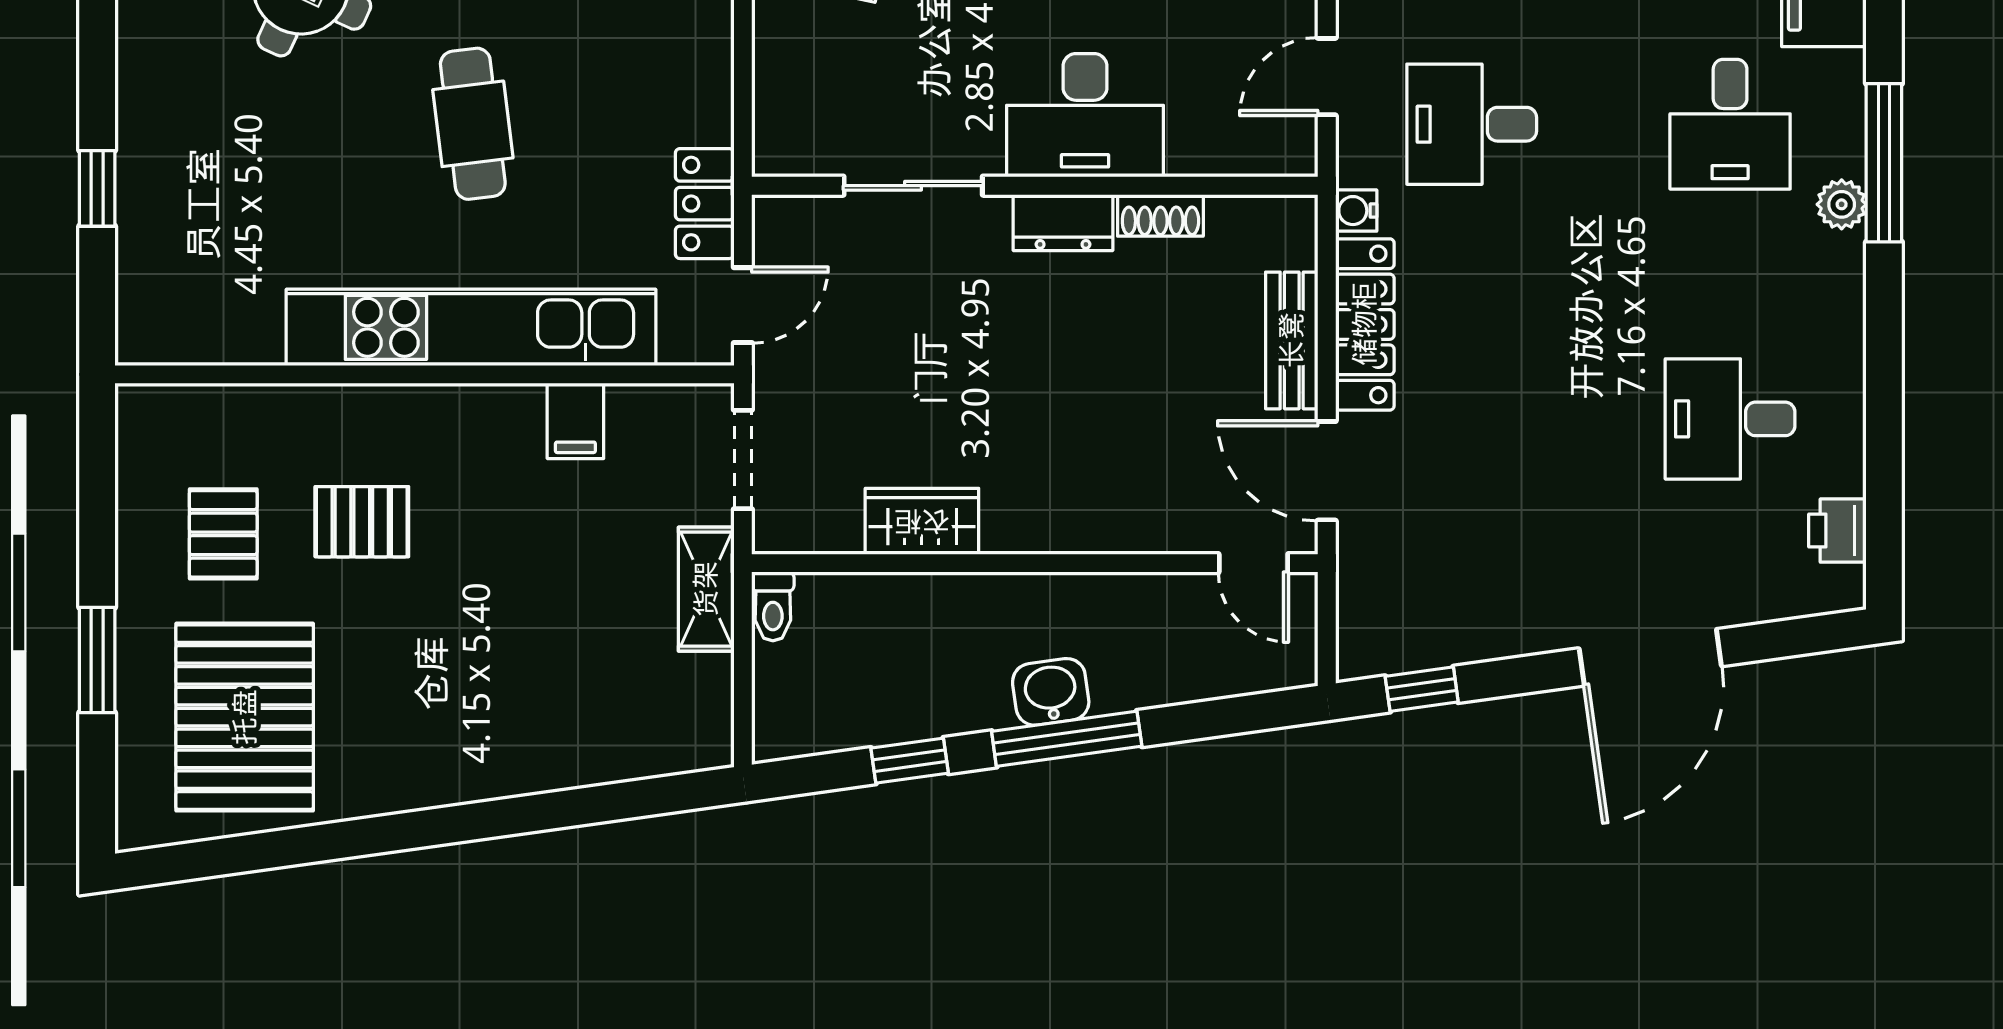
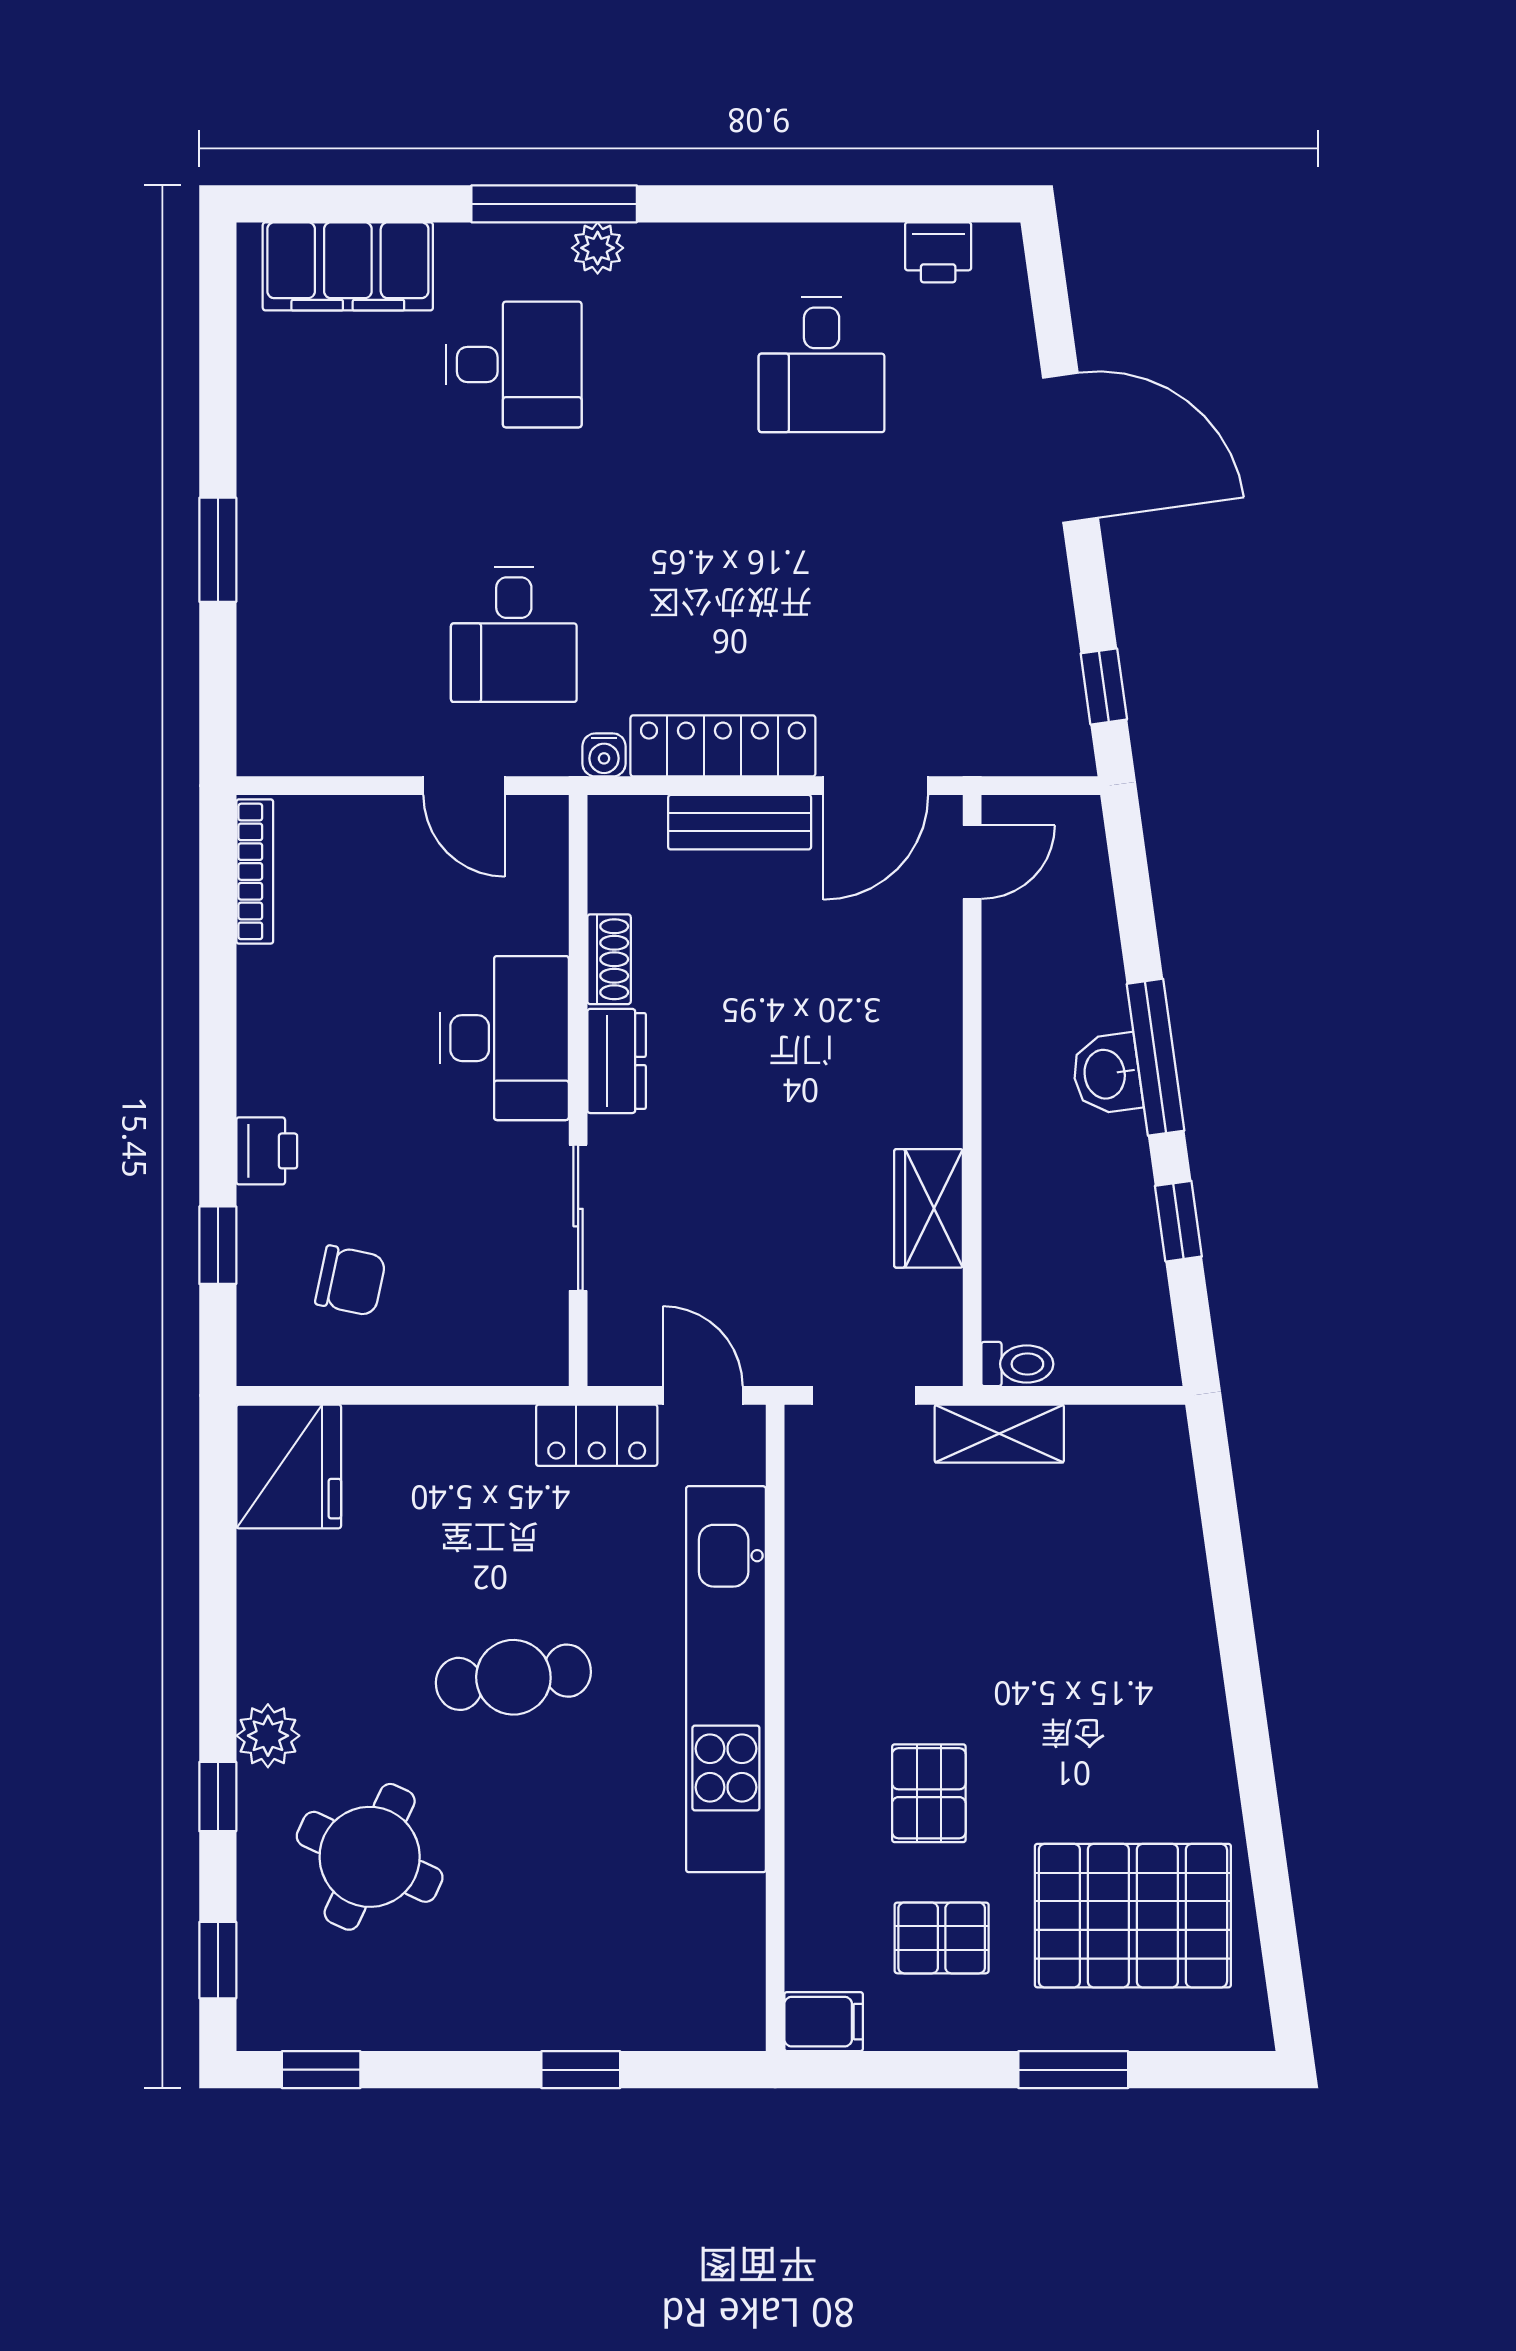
filing cabinet: (575, 421) -> (824, 2022), moved

